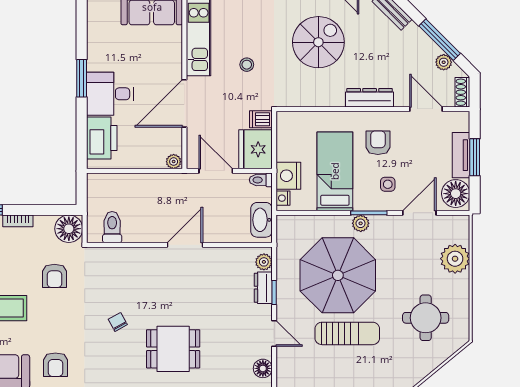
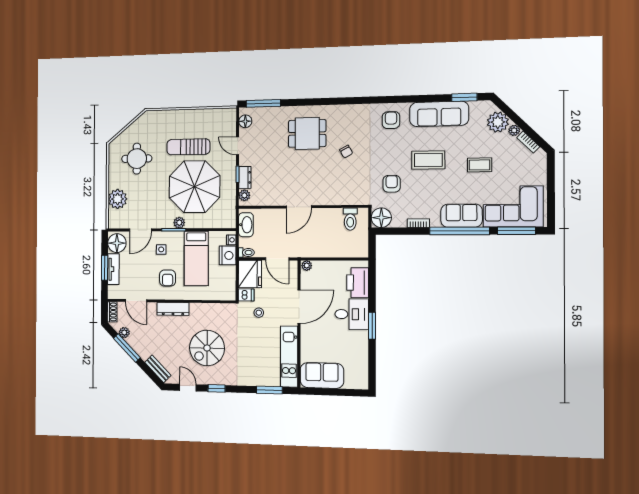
stool: (247, 65) -> (259, 313), moved

